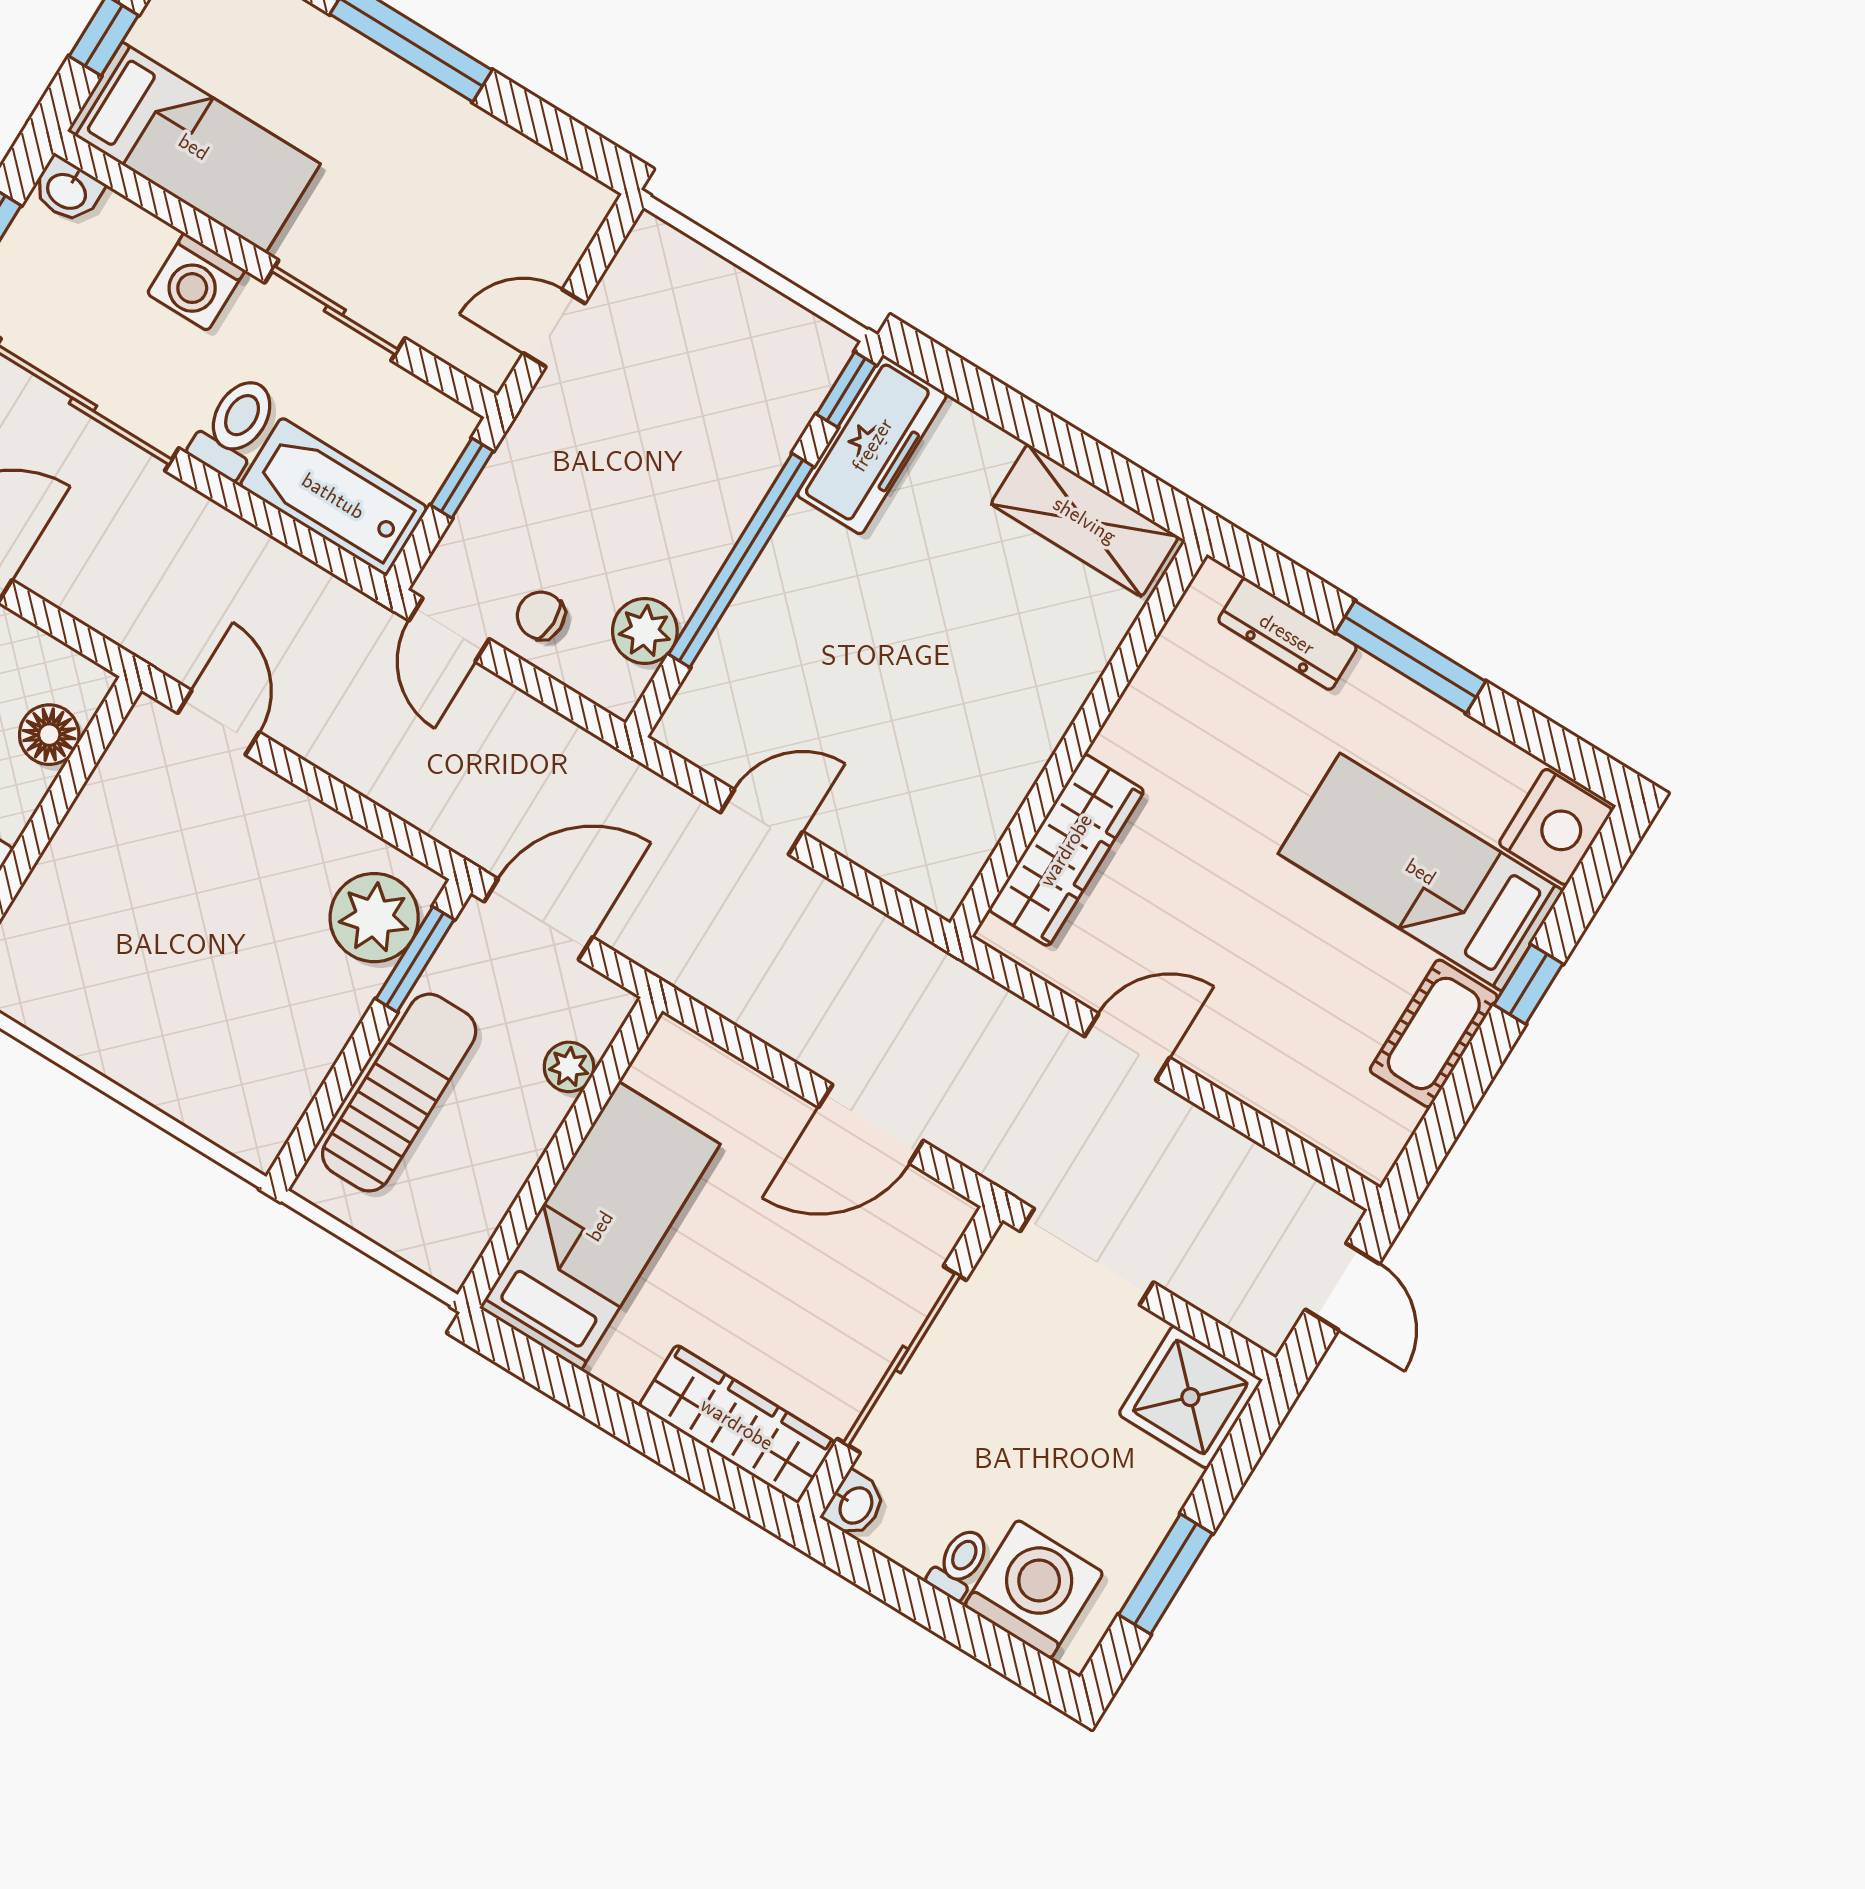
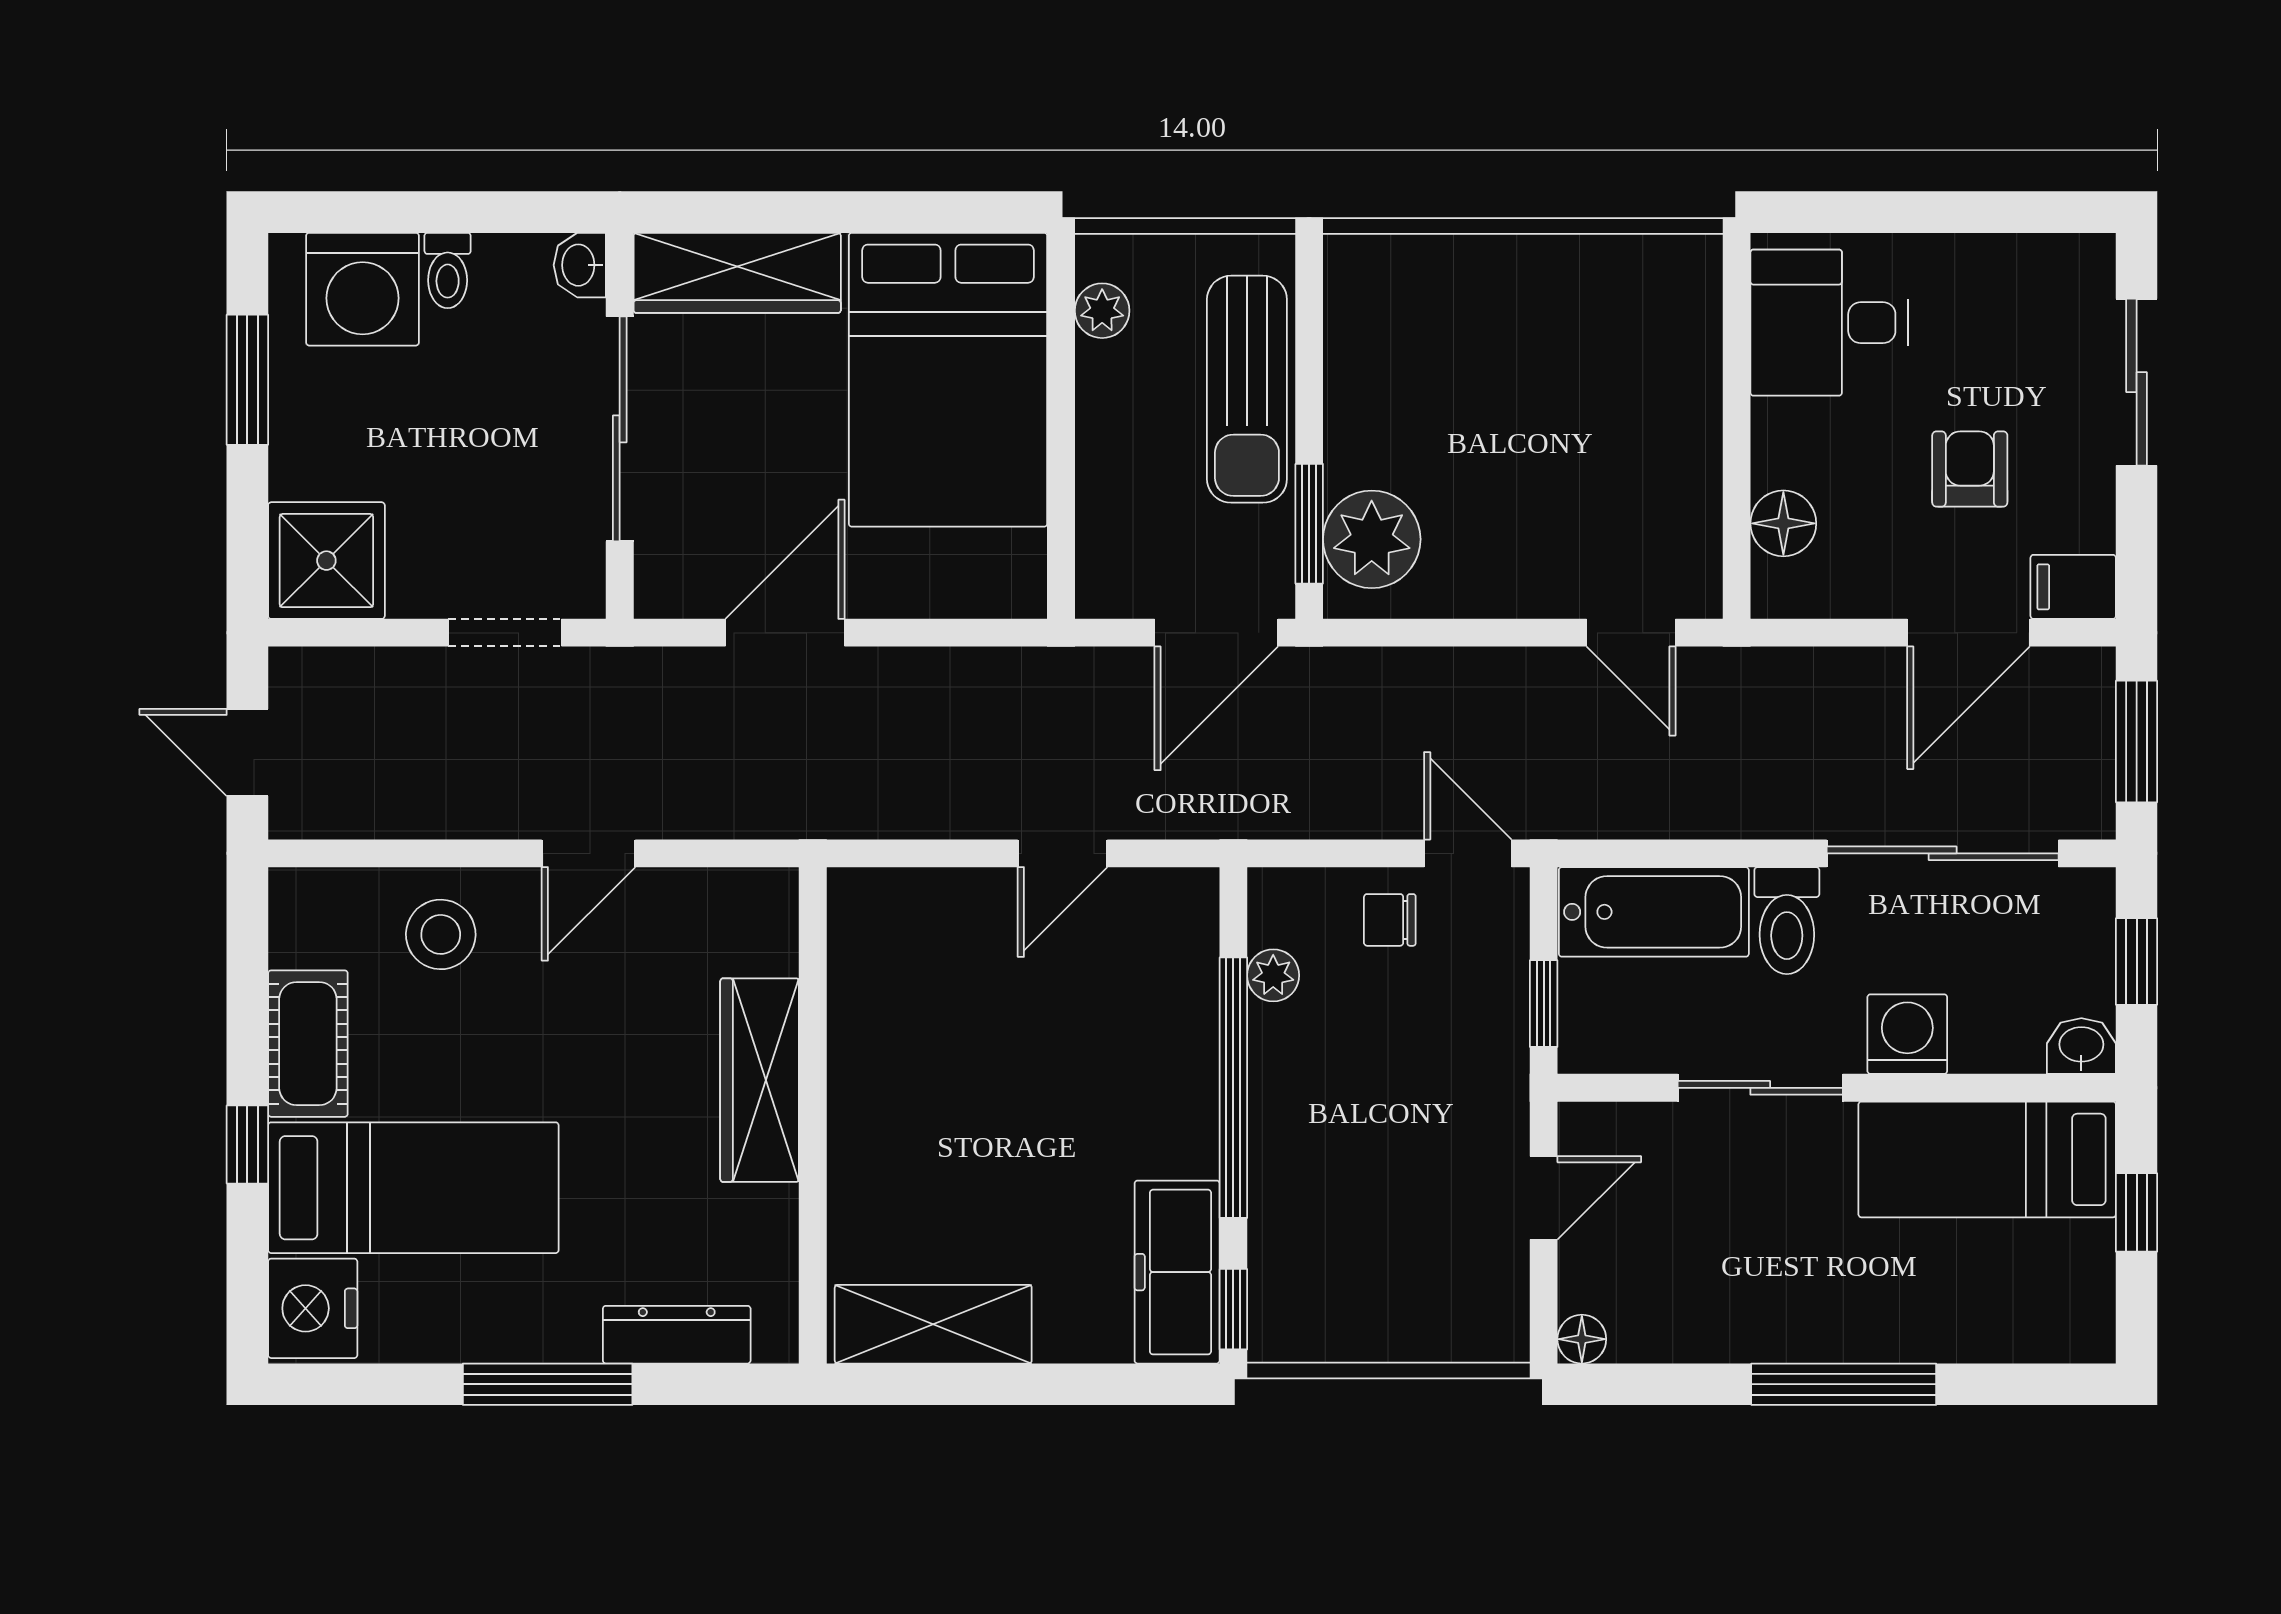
floor lamp: (592, 201) -> (1582, 1339), added
chair: (541, 616) -> (1390, 920), turned 180
plant: (645, 631) -> (1273, 975), width x0.73, depth x0.73
wardrobe: (1066, 850) -> (760, 1080), moved
stool: (1280, 1055) -> (441, 934), added
plant: (569, 1067) -> (1102, 311), moved
bed: (600, 1226) -> (948, 380), width x1.50
doorway: (1087, 1257) -> (505, 633), width x0.73

